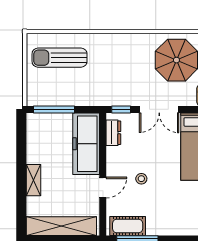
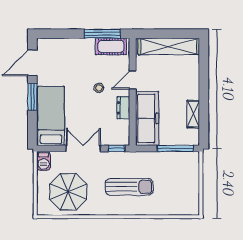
sun lounger: (60, 58) -> (129, 187), moved
dresser: (113, 133) -> (123, 108), moved
shelving: (34, 180) -> (193, 114), moved

